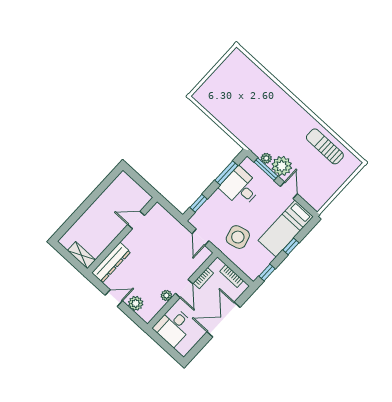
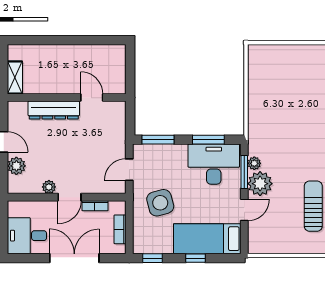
desk: (240, 187) -> (214, 164), width x1.37
window: (198, 203) -> (158, 140), width x1.50
dresser: (111, 262) -> (54, 110), moved
desk: (173, 326) -> (27, 236), moved

